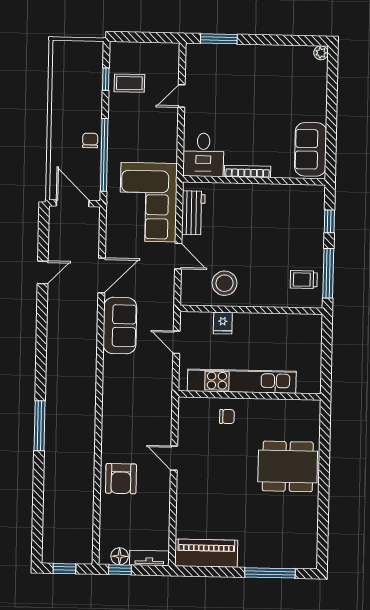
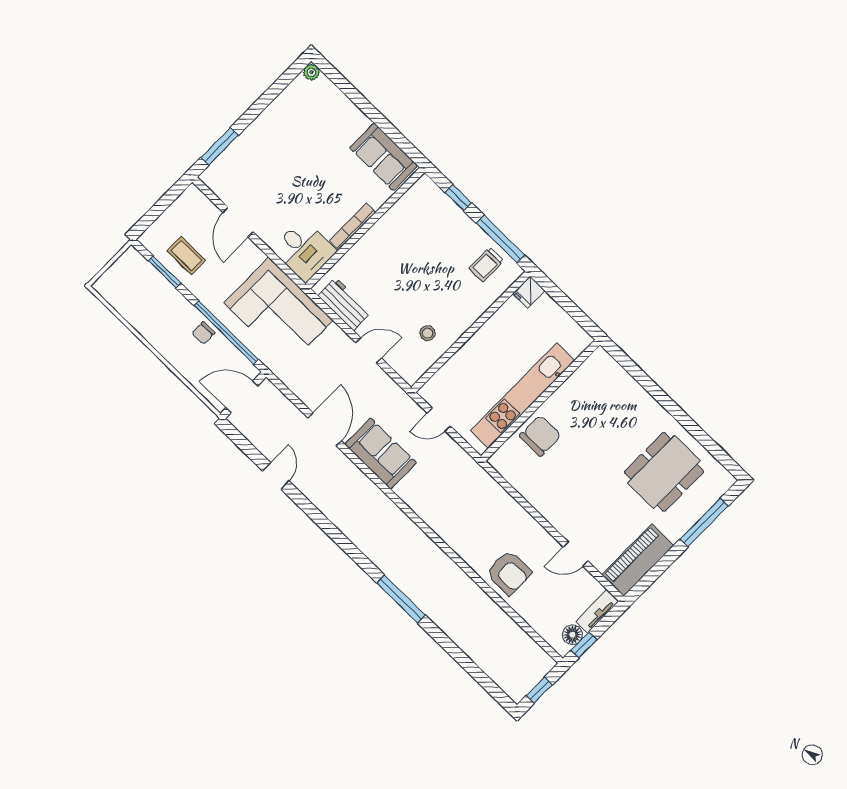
window: (106, 79) -> (165, 272), width x1.50
coffee table: (129, 83) -> (186, 255), turned 90
door: (182, 96) -> (238, 222), width x1.38
chair: (90, 140) -> (203, 333), turned -90
corner sofa: (148, 202) -> (278, 311), moved
stool: (225, 283) -> (427, 333), width x0.53, depth x0.53
fridge: (223, 323) -> (529, 292), moved, turned 90
chair: (227, 417) -> (540, 436), width x1.87, depth x1.87
door: (174, 458) -> (576, 554), moved
dining table: (288, 466) -> (664, 472), moved

